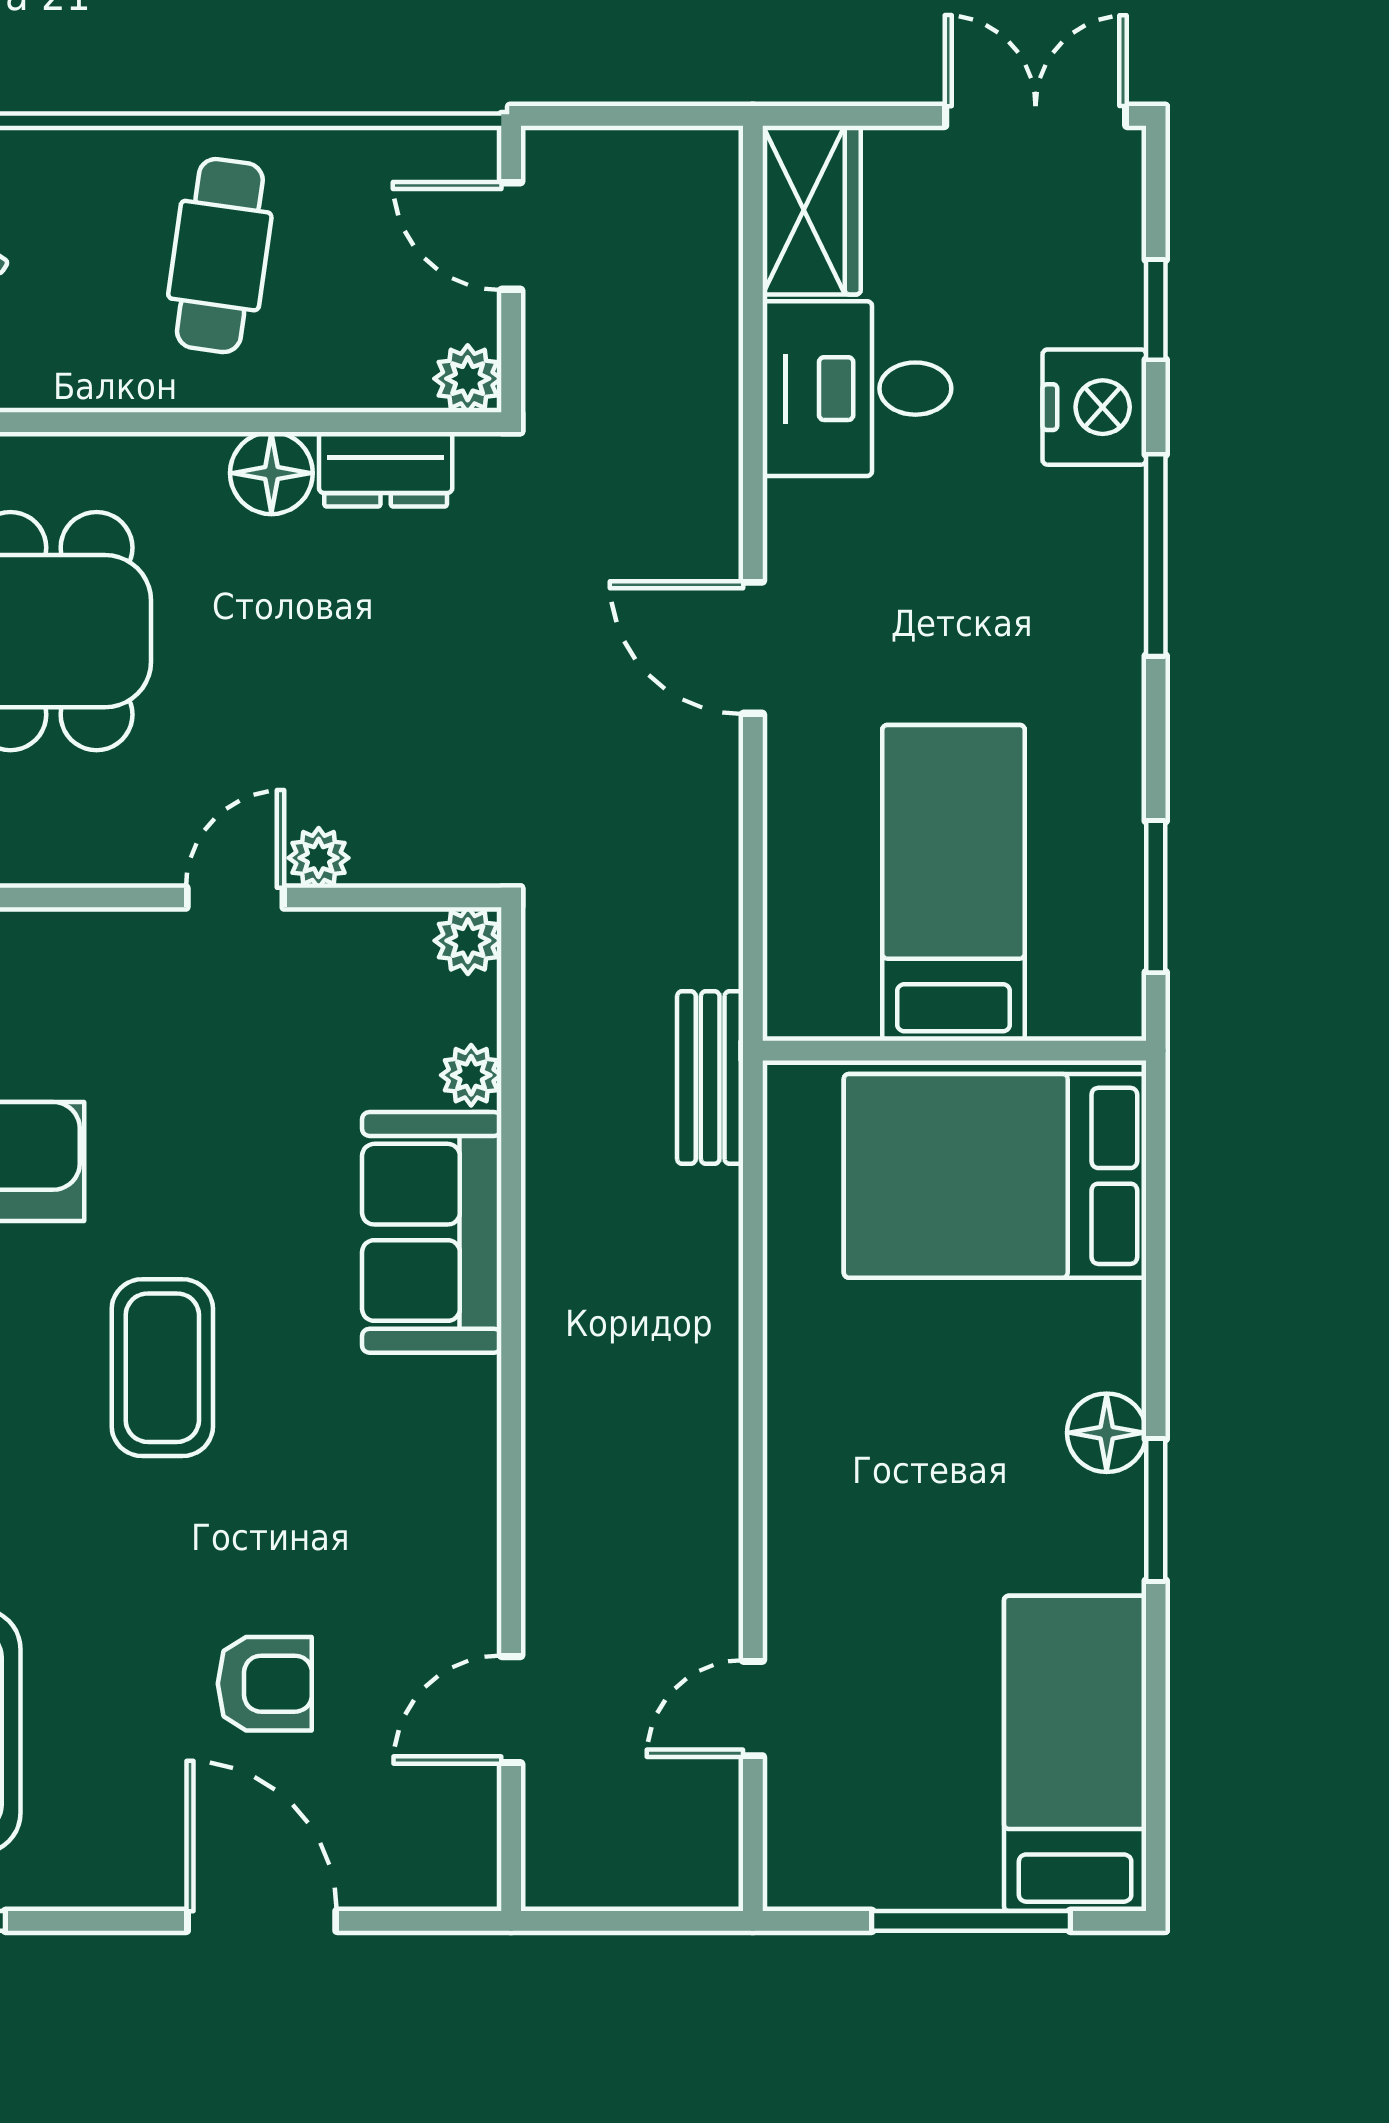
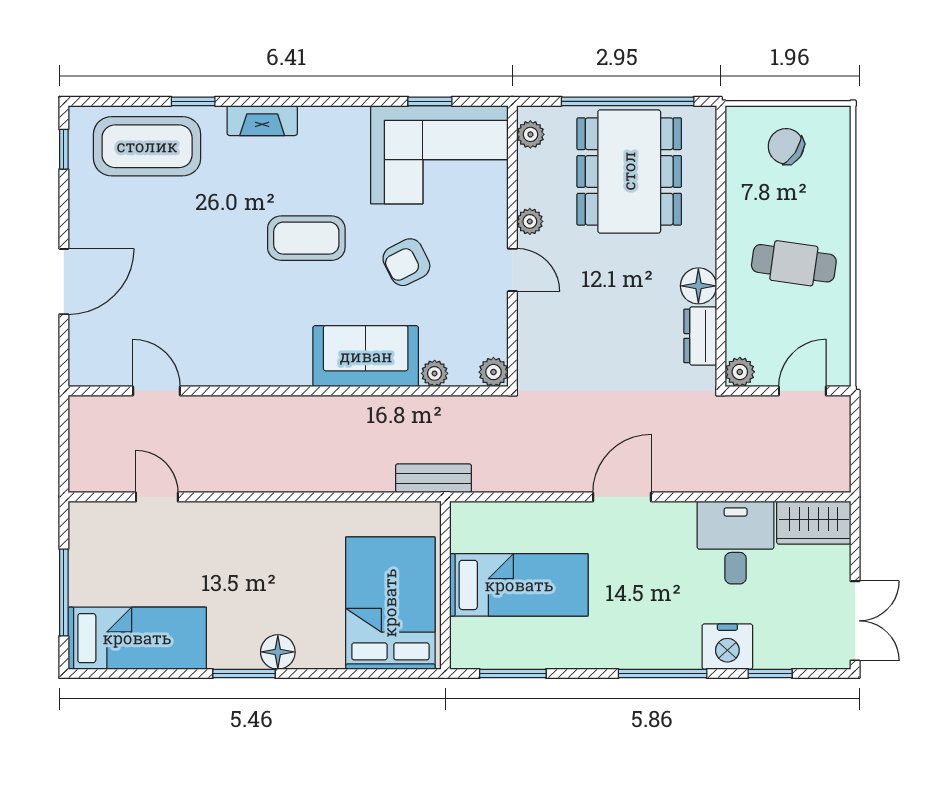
plant: (319, 858) -> (530, 221), moved
armchair: (265, 1684) -> (406, 262), moved, turned 63

